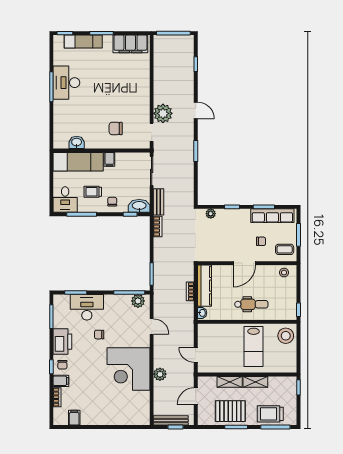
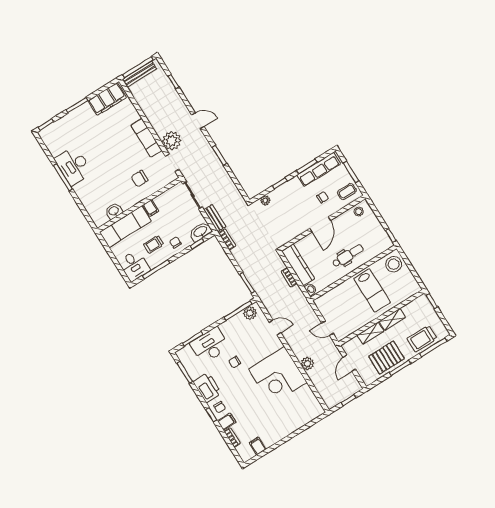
exam couch: (83, 42) -> (147, 138), moved, turned 90
bench: (171, 420) -> (140, 74), moved

